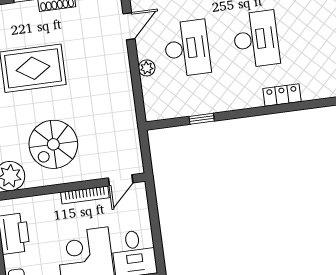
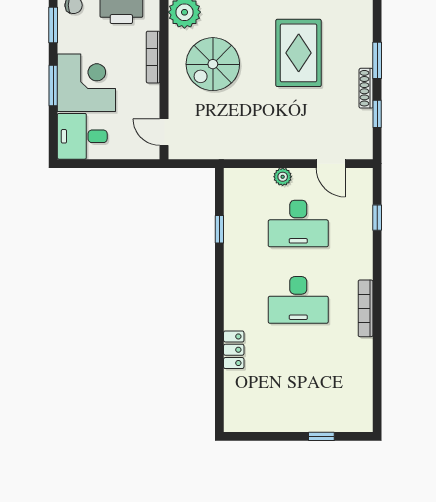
locker: (282, 95) -> (234, 350), moved
spiral stairs: (53, 144) -> (213, 64), turned -90
bookcase: (85, 195) -> (153, 57), moved

